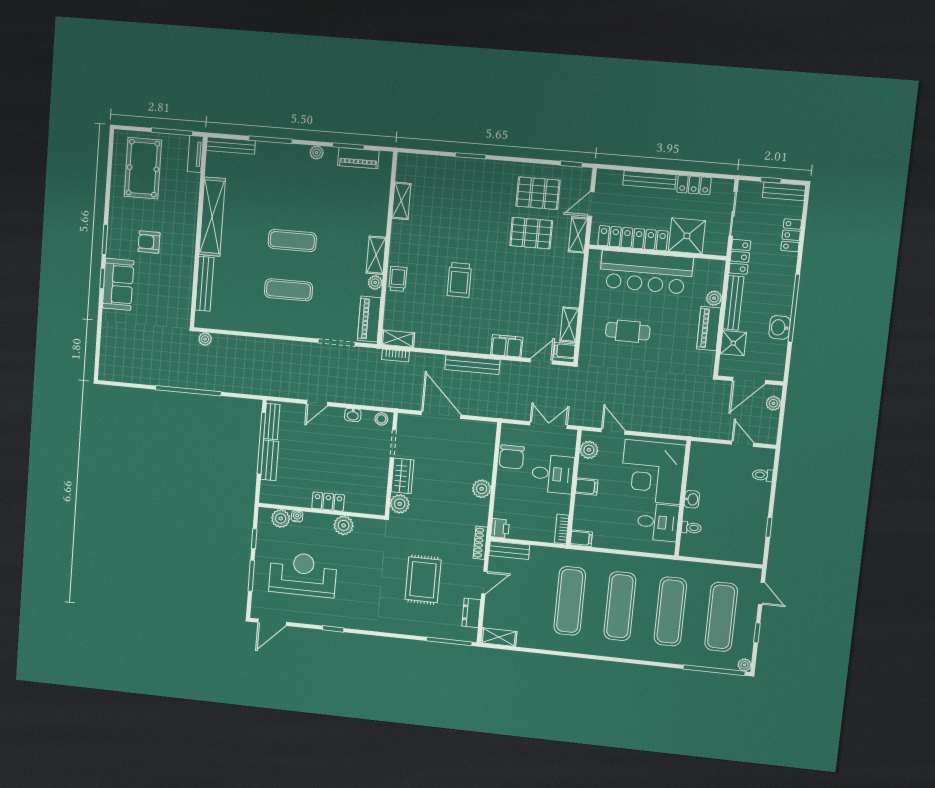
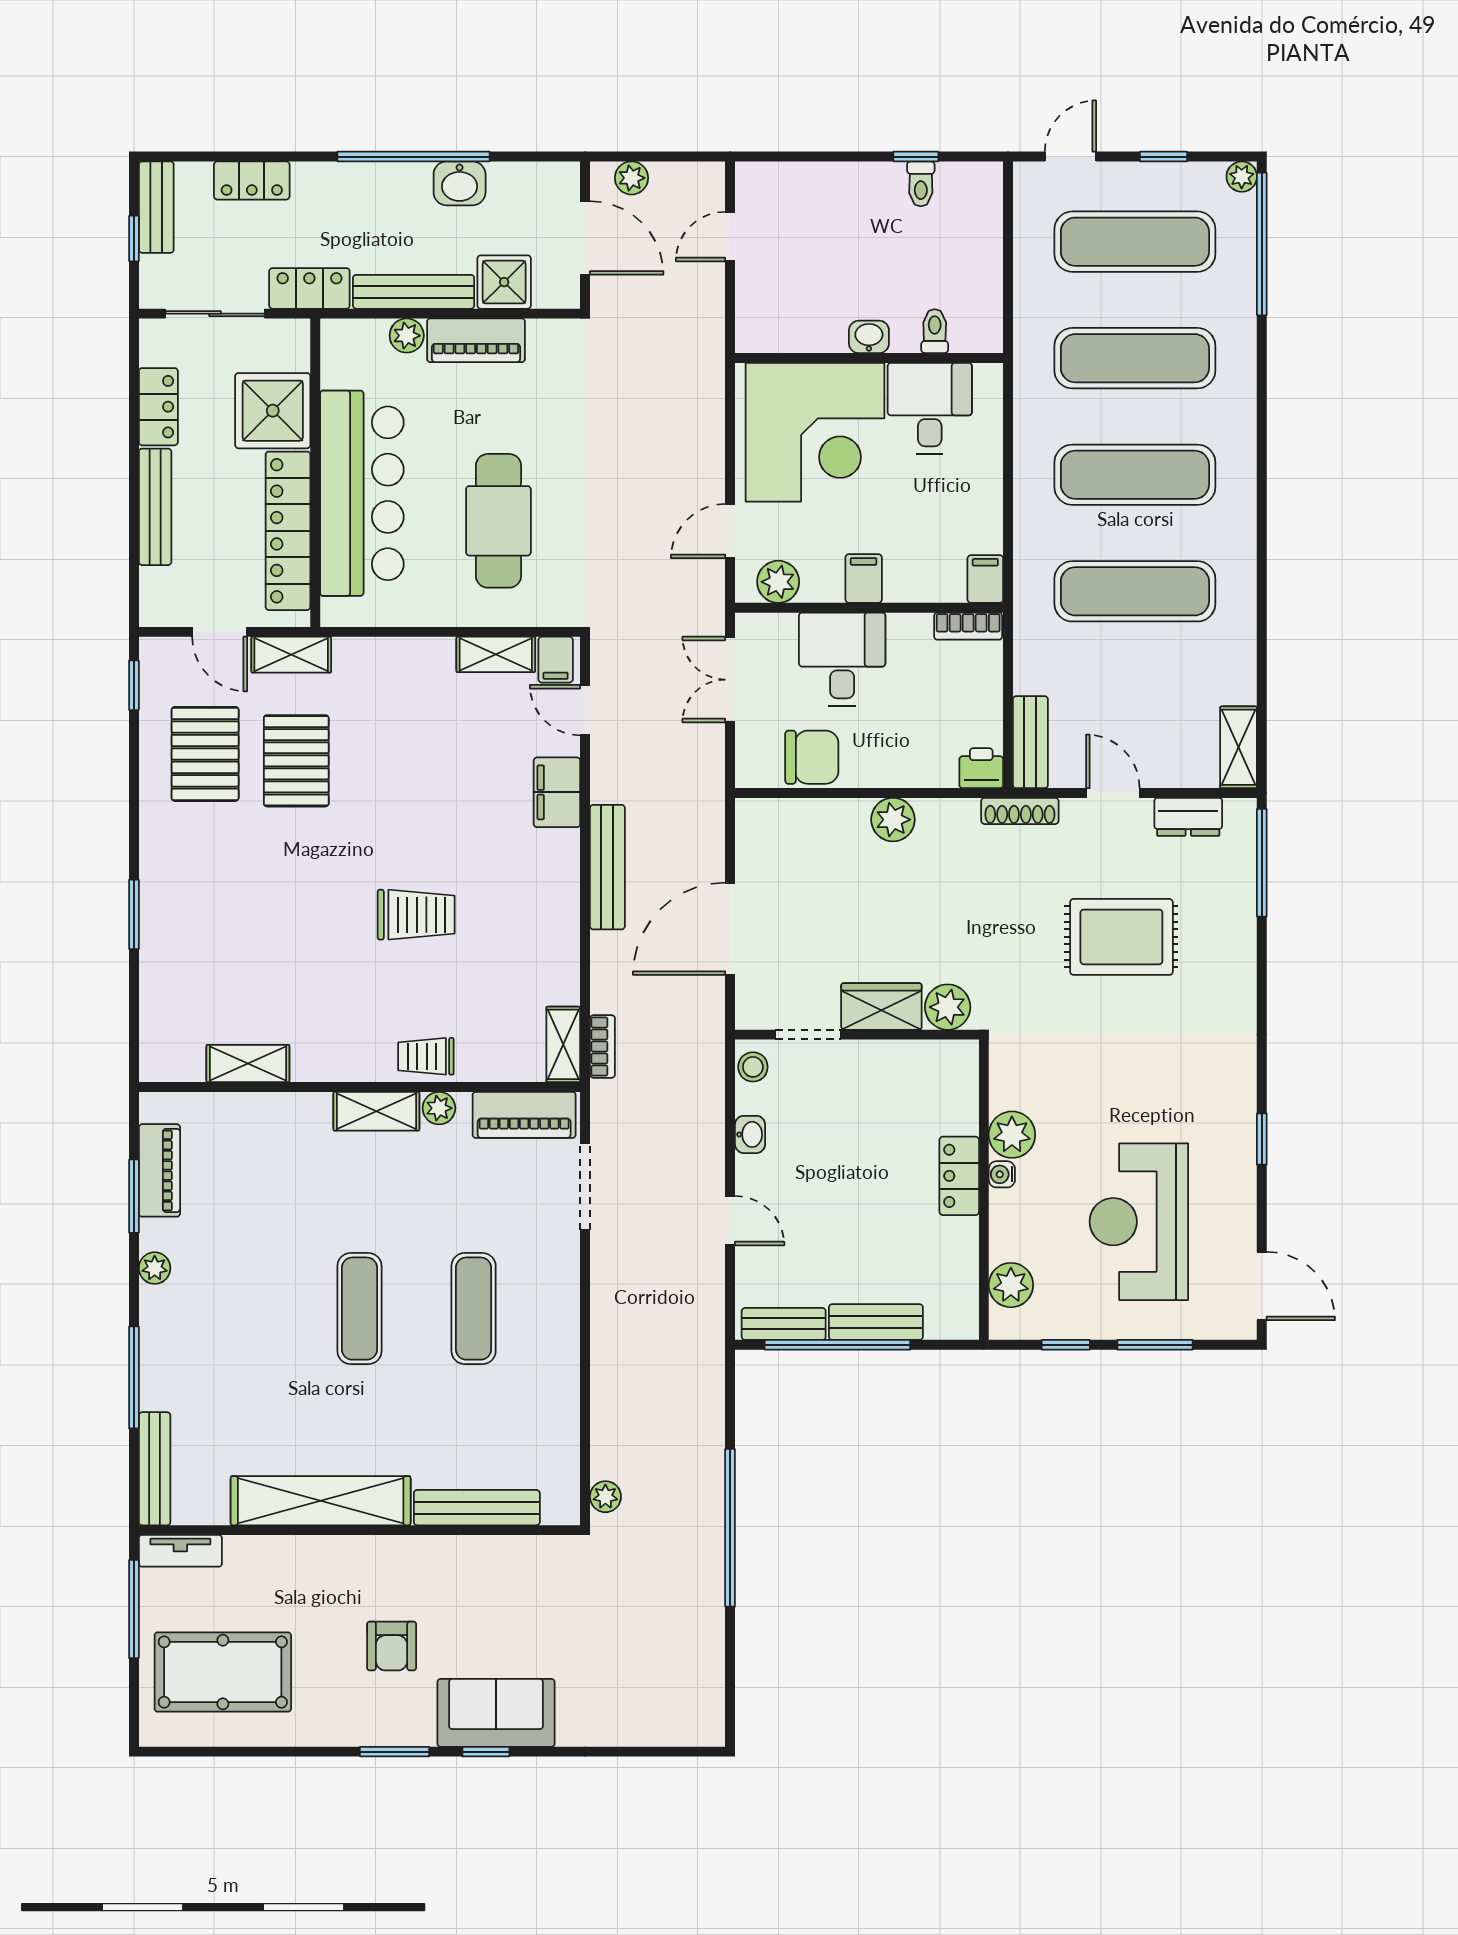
cafe table: (628, 331) -> (498, 521), width x1.37, depth x1.35
toilet: (763, 475) -> (921, 184), moved
water cooler: (297, 516) -> (1002, 1174), moved

